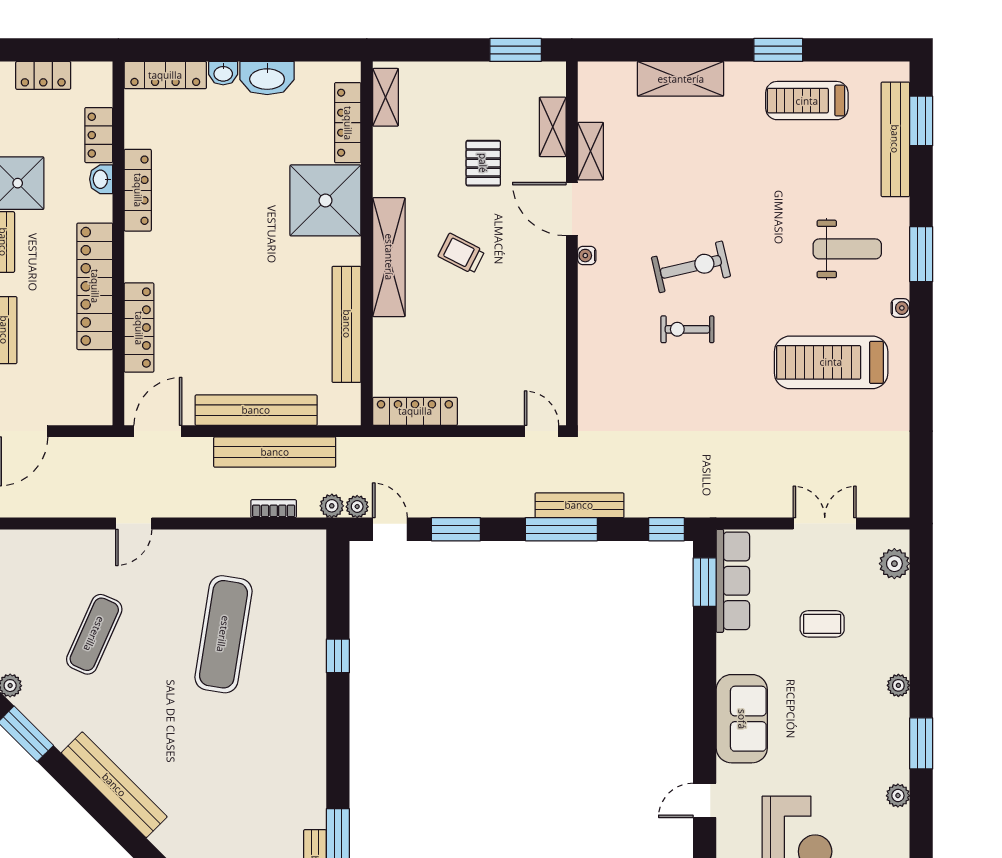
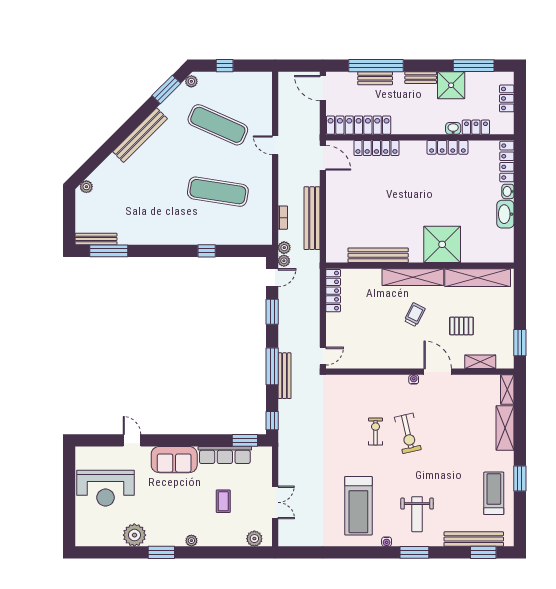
shelving: (386, 97) -> (478, 278), width x2.20, depth x1.33
locker: (348, 123) -> (482, 256), removed
shelving: (590, 151) -> (507, 390), moved, turned 90
door: (572, 209) -> (438, 372), hinge flipped
locker: (95, 286) -> (359, 125), moved
treadmill: (831, 362) -> (358, 506), turned 180
bench: (256, 410) -> (334, 209), removed
row of seats: (733, 581) -> (225, 455), moved
exercise mat: (94, 634) -> (218, 125), width x1.36, depth x1.45
plant: (898, 796) -> (134, 535), width x1.88, depth x1.88

